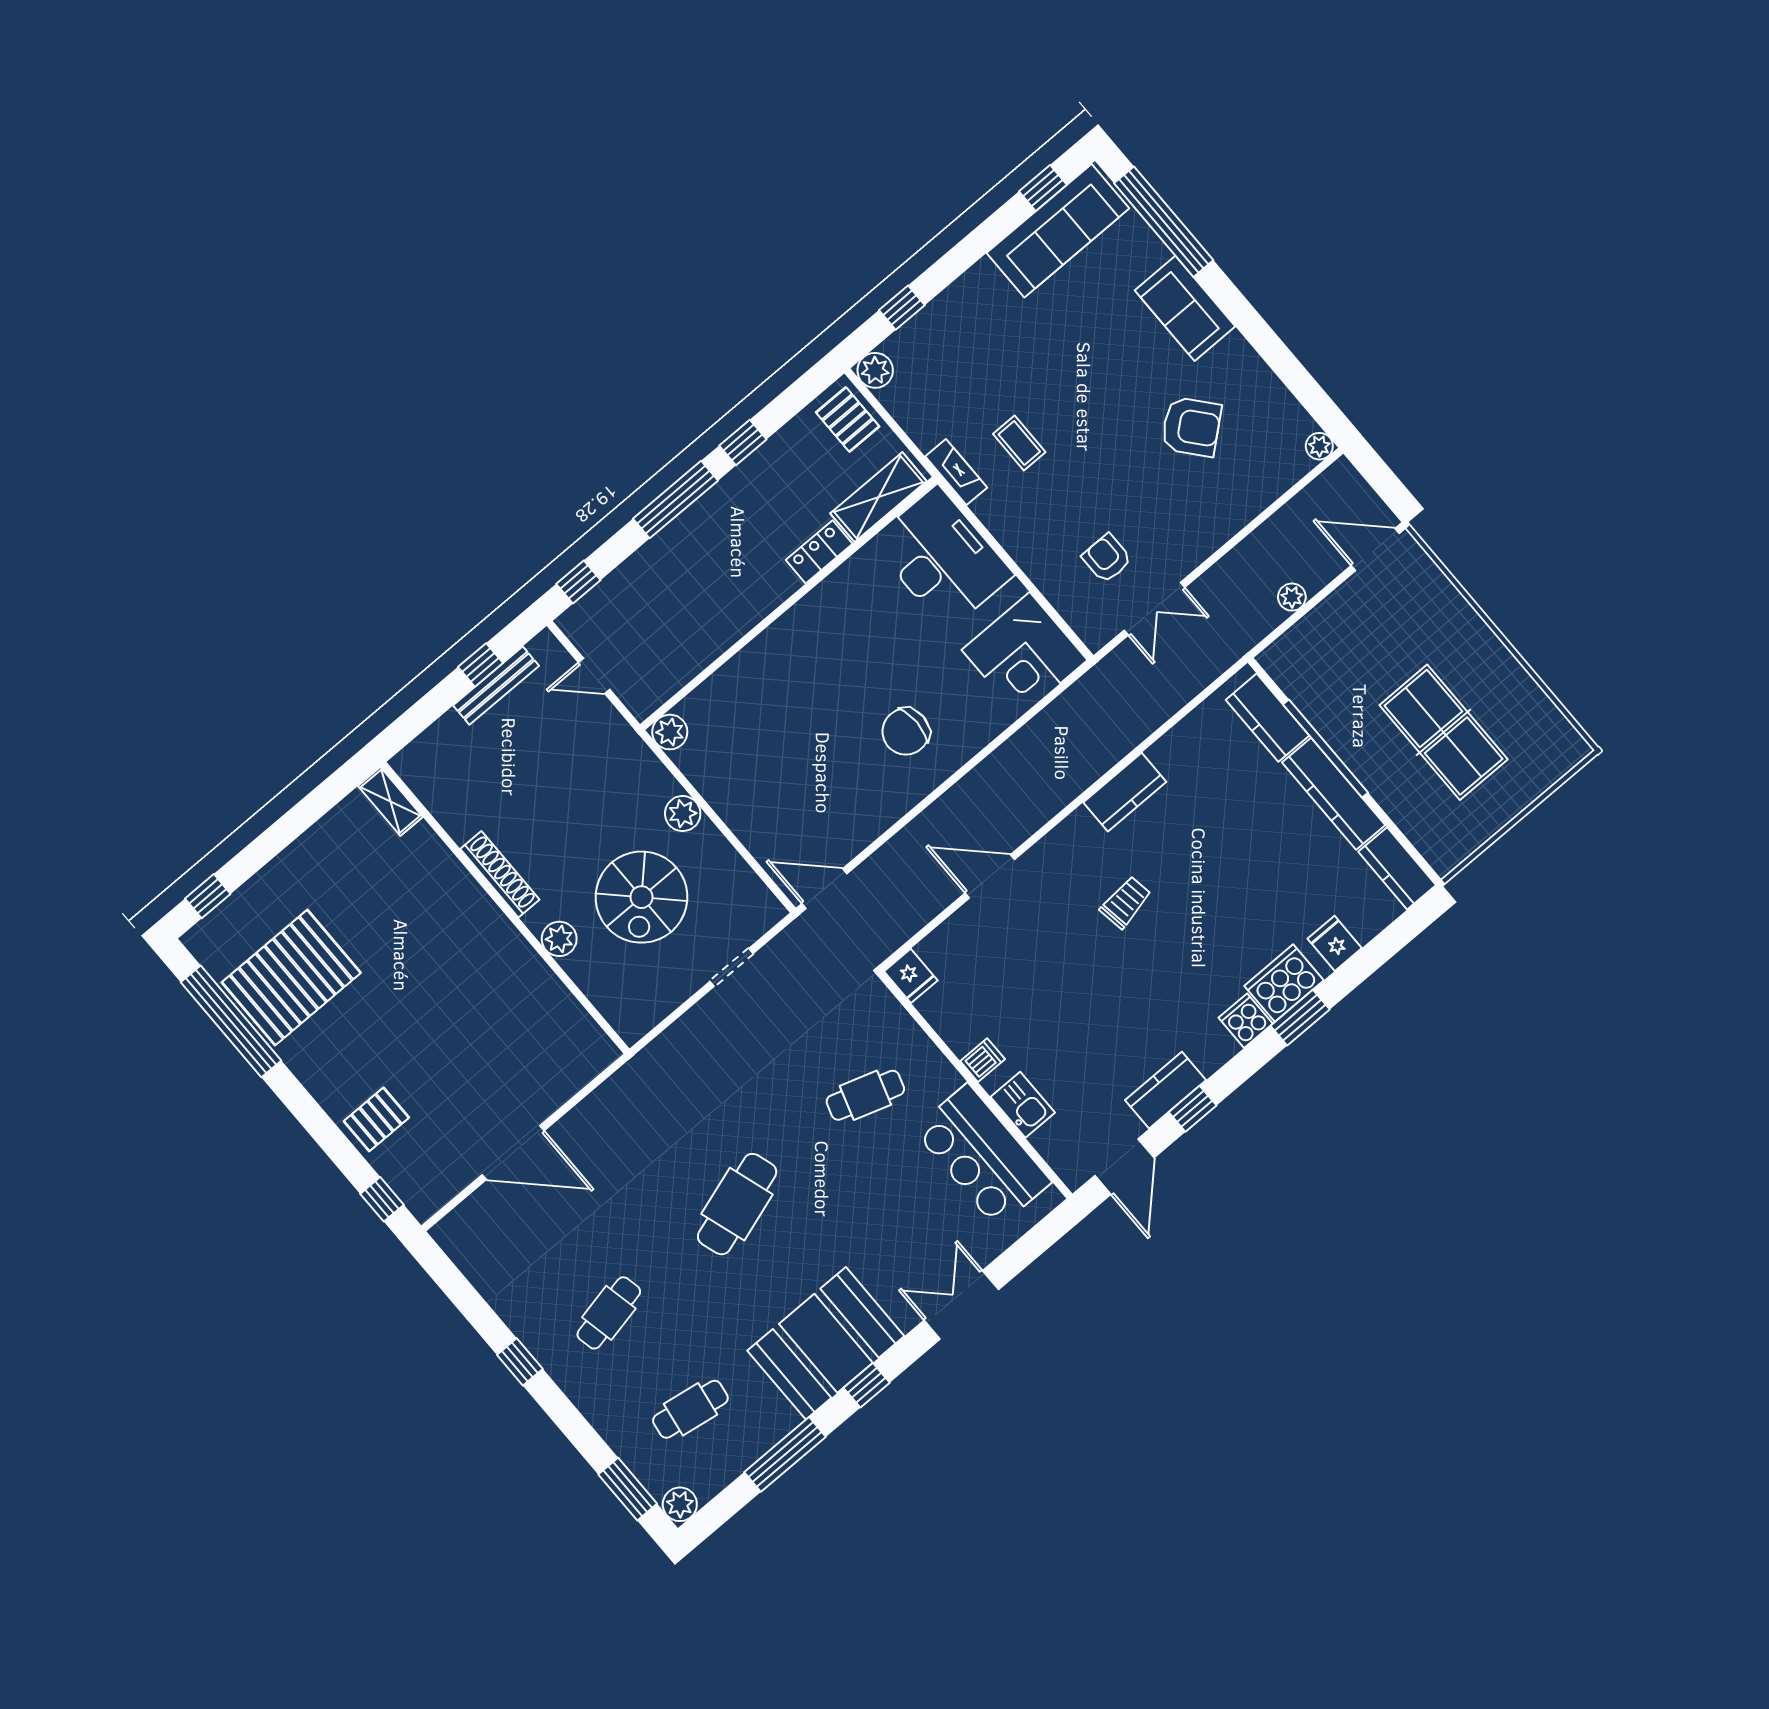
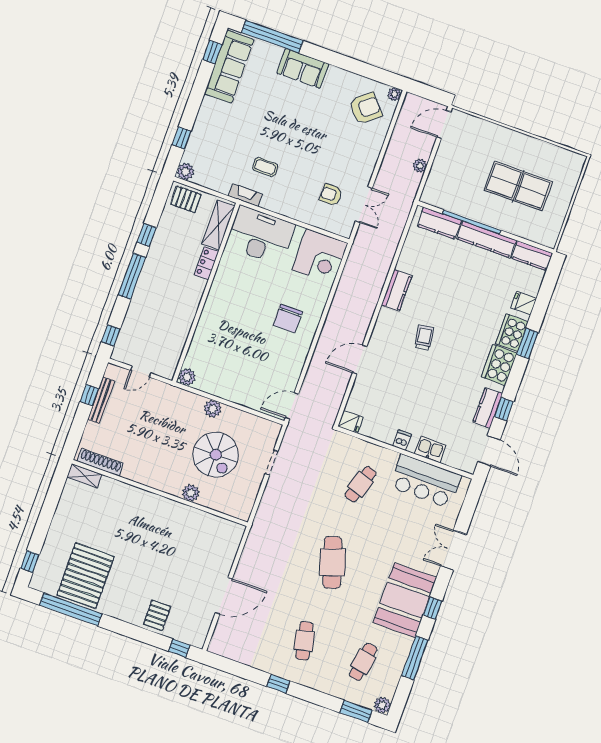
armchair: (1191, 427) -> (366, 108), moved
shoe rack: (500, 874) -> (100, 462), moved
cooker: (1246, 1021) -> (499, 365), width x1.87, depth x1.31

